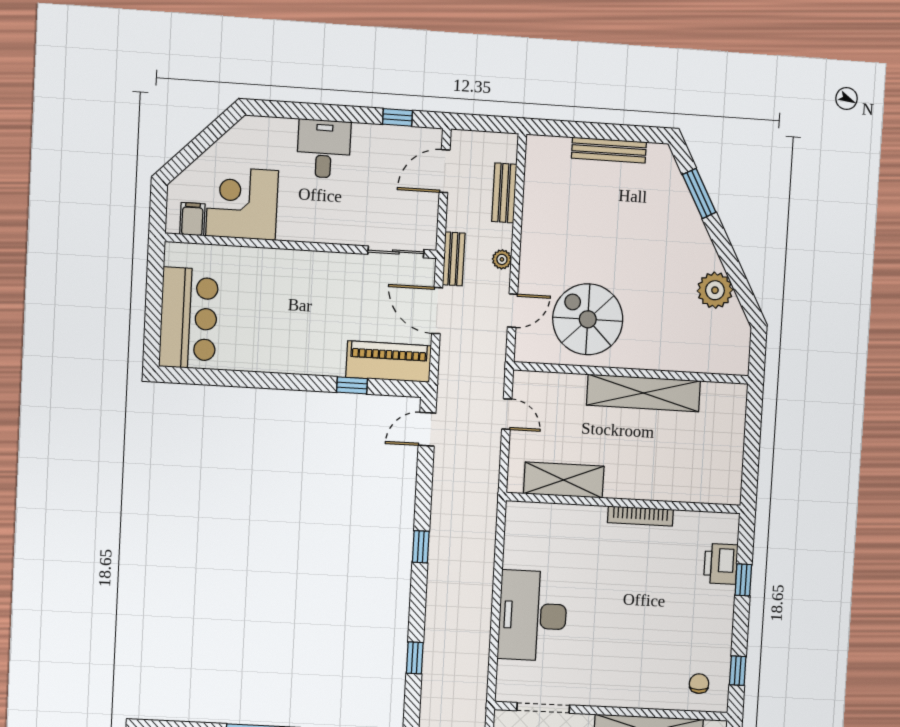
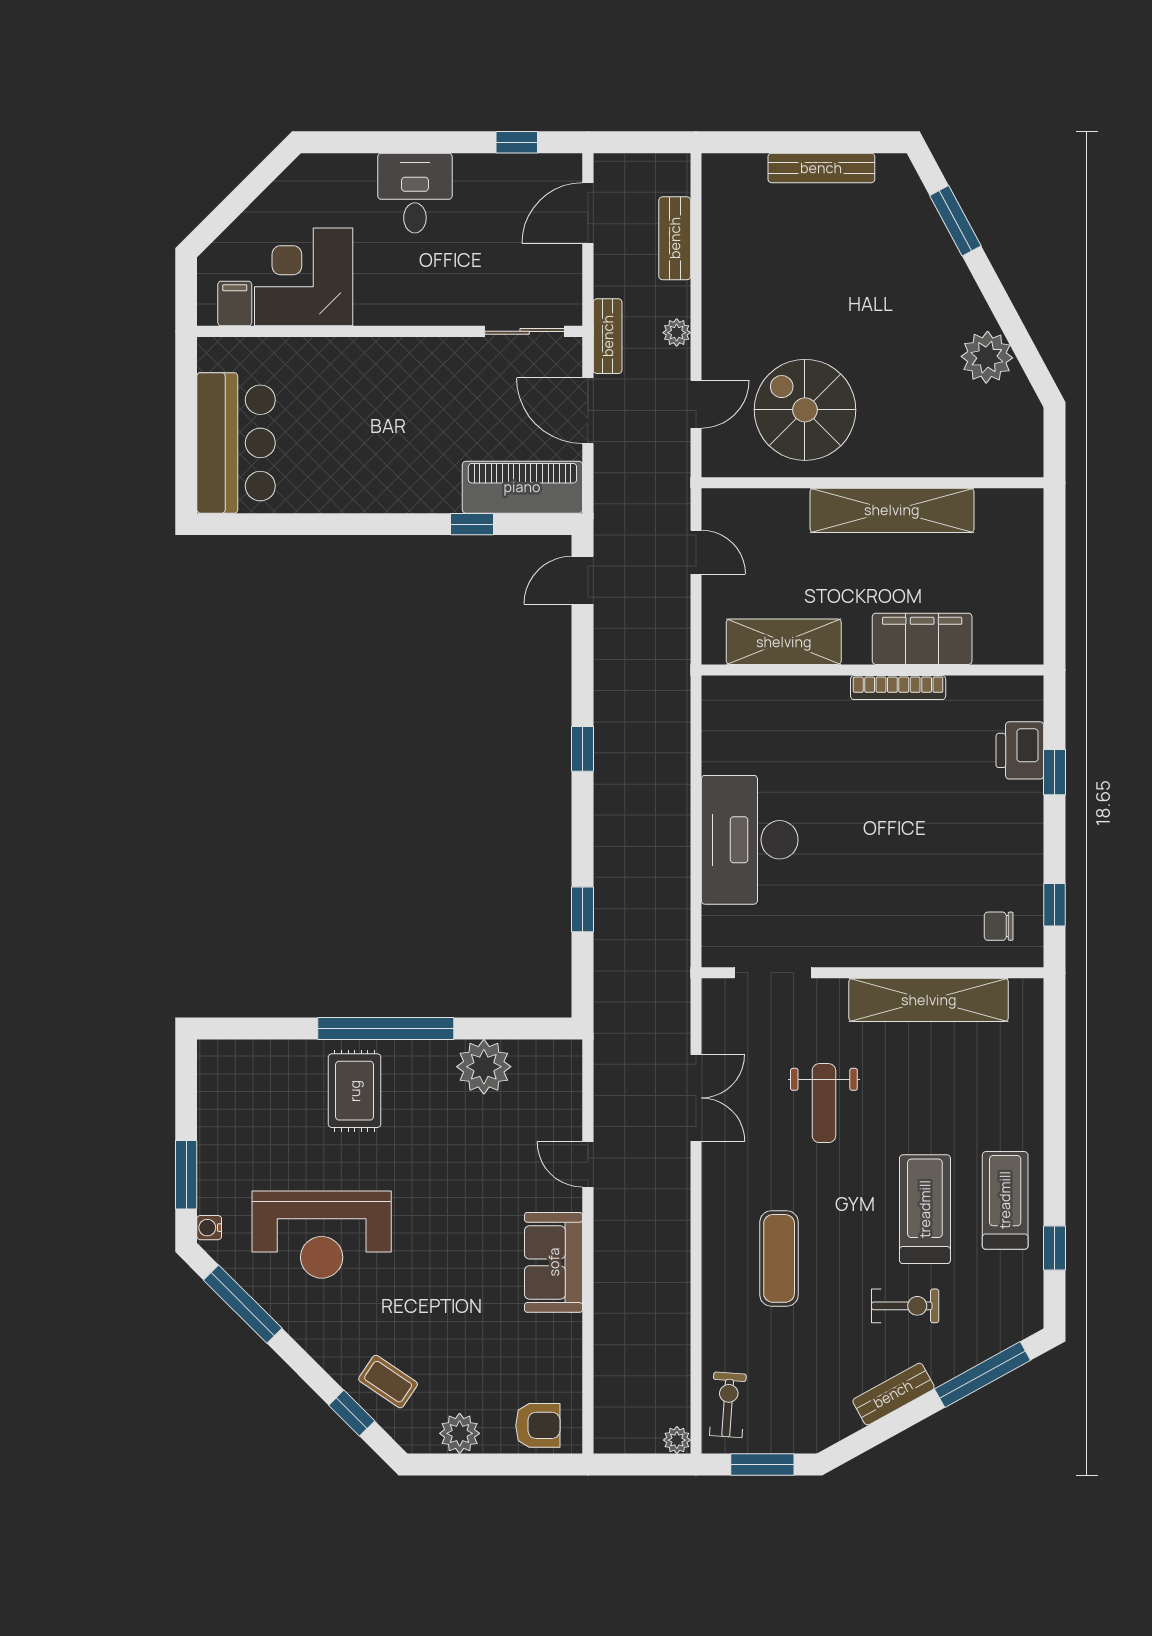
filing cabinet: (659, 483) -> (922, 639), added
chair: (699, 684) -> (999, 926), turned -90

